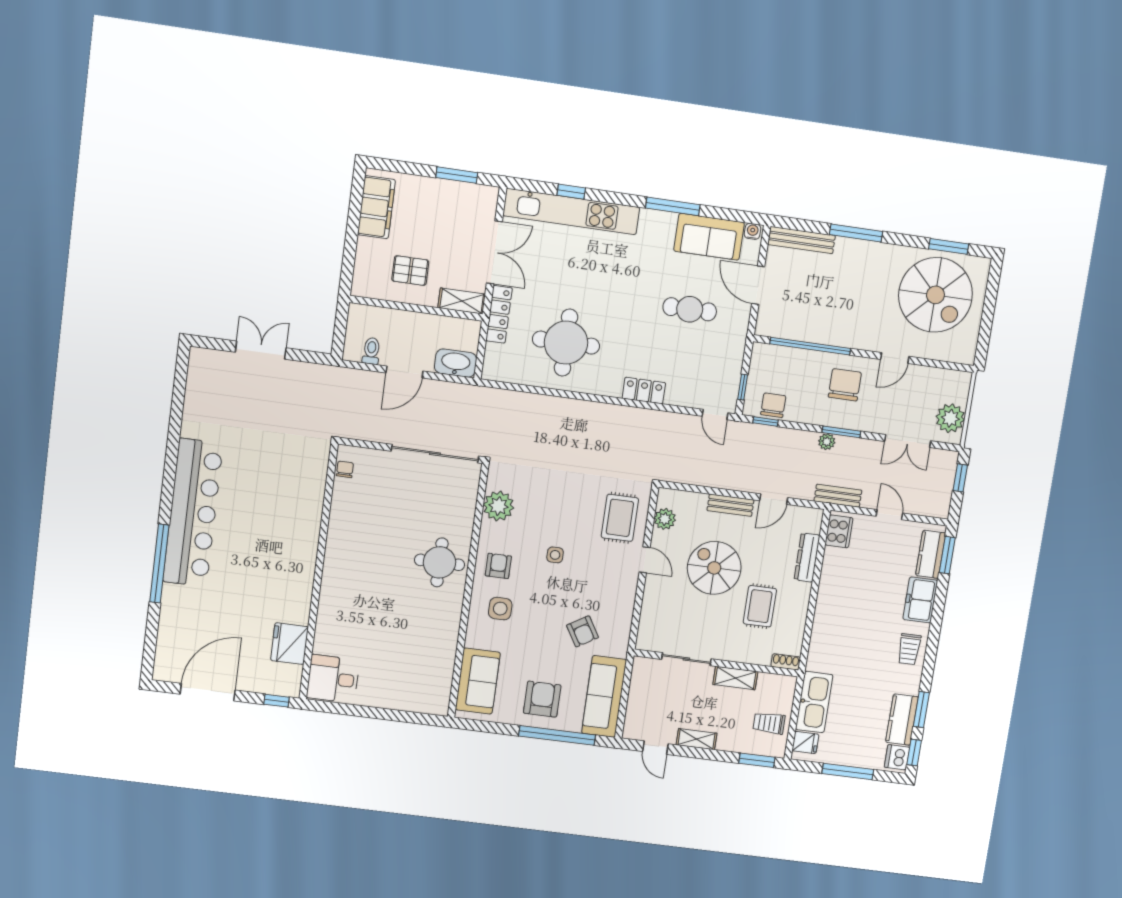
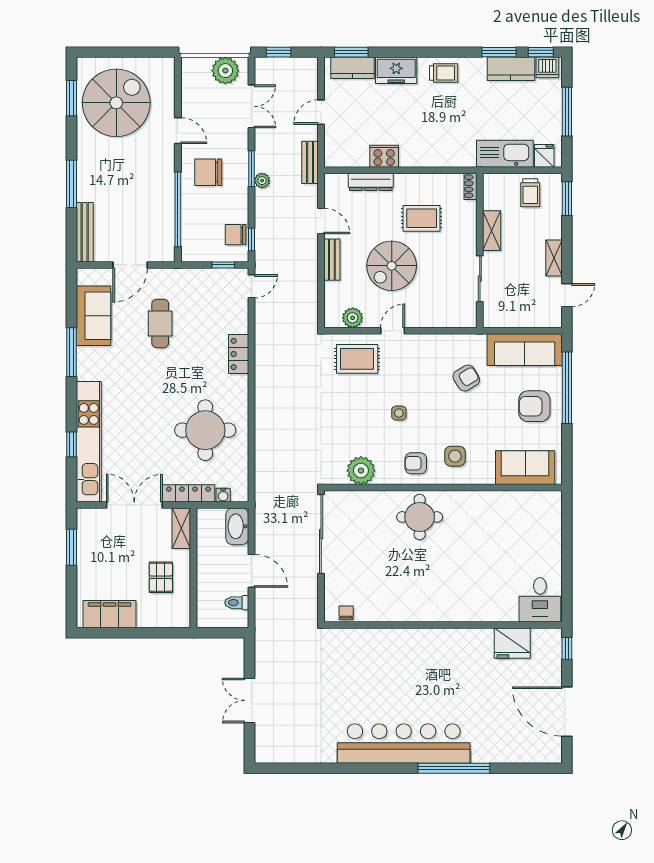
water cooler: (753, 231) -> (223, 495), moved, turned -90
chair: (345, 469) -> (346, 613), turned 90
cooker: (839, 531) -> (384, 156), moved

